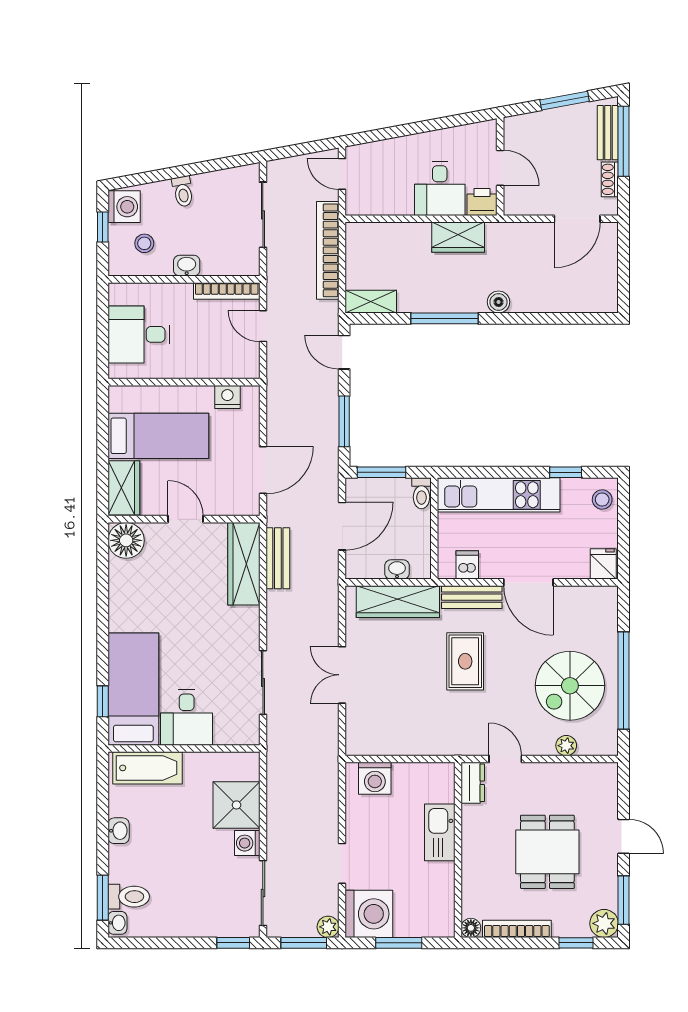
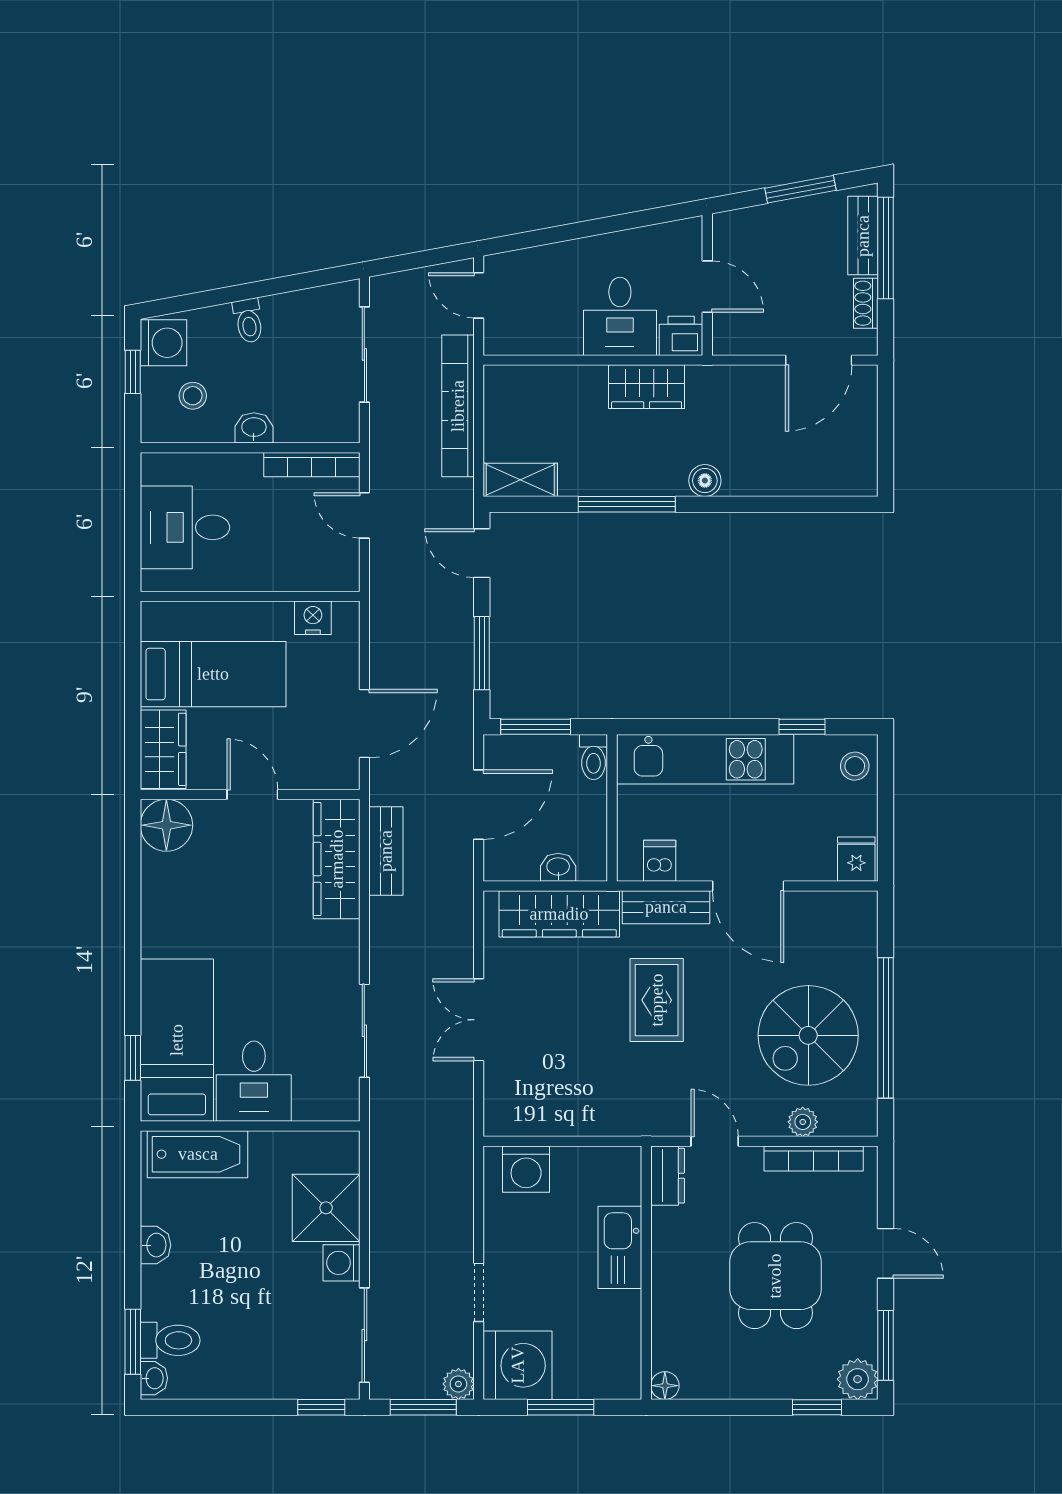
bookcase: (517, 929) -> (814, 1159), moved, turned 180

